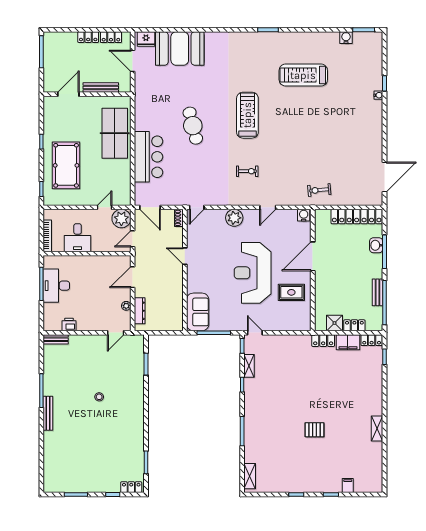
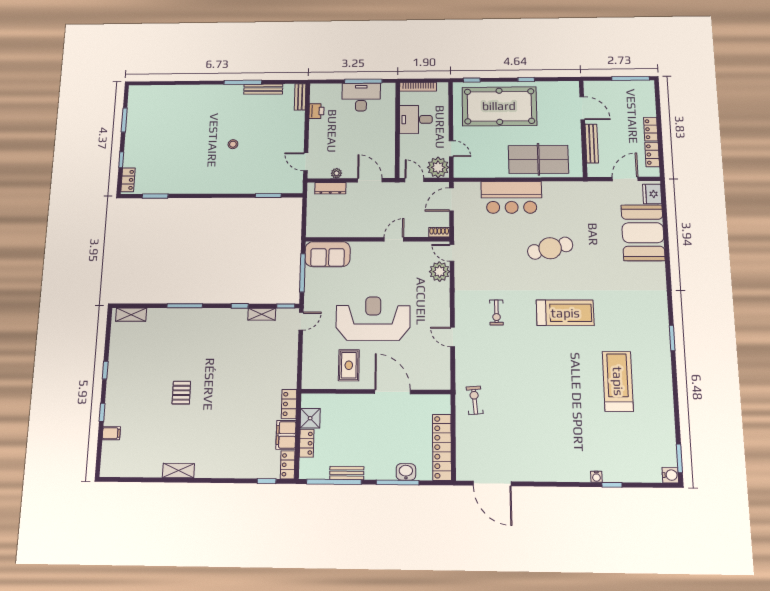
water cooler: (346, 38) -> (670, 475), moved
pool table: (66, 165) -> (499, 106), width x1.36, depth x1.32
water cooler: (304, 215) -> (443, 381), removed
plant: (234, 218) -> (440, 272), moved
bench: (48, 413) -> (263, 89), moved

